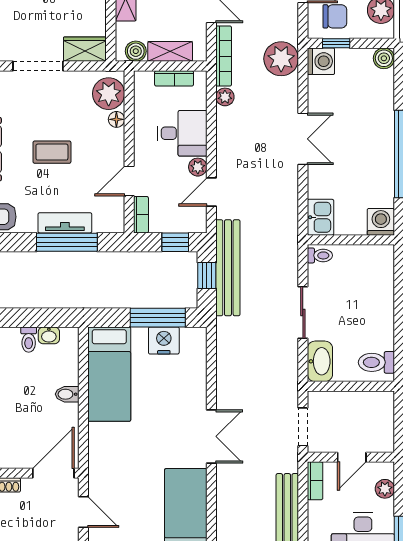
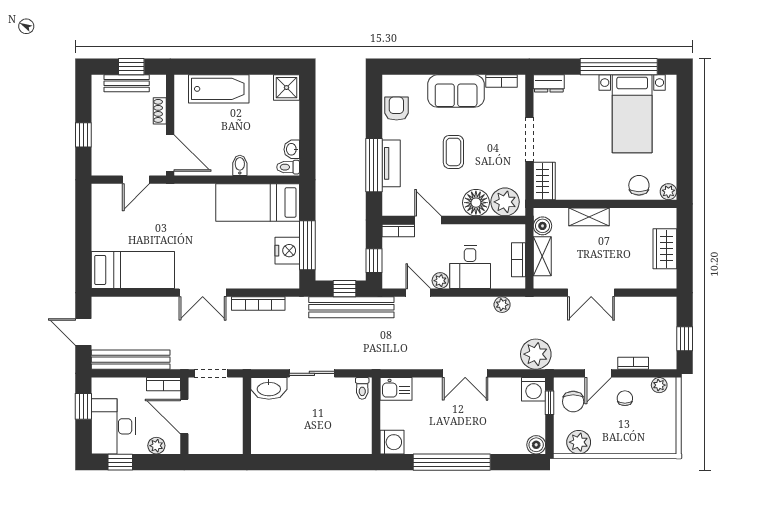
bookcase: (224, 56) -> (258, 303), moved
floor lamp: (116, 119) -> (476, 203), width x1.89, depth x1.89
toilet: (29, 340) -> (288, 167), moved
toilet: (376, 362) -> (268, 438), removed
door: (352, 457) -> (184, 417), width x1.38

